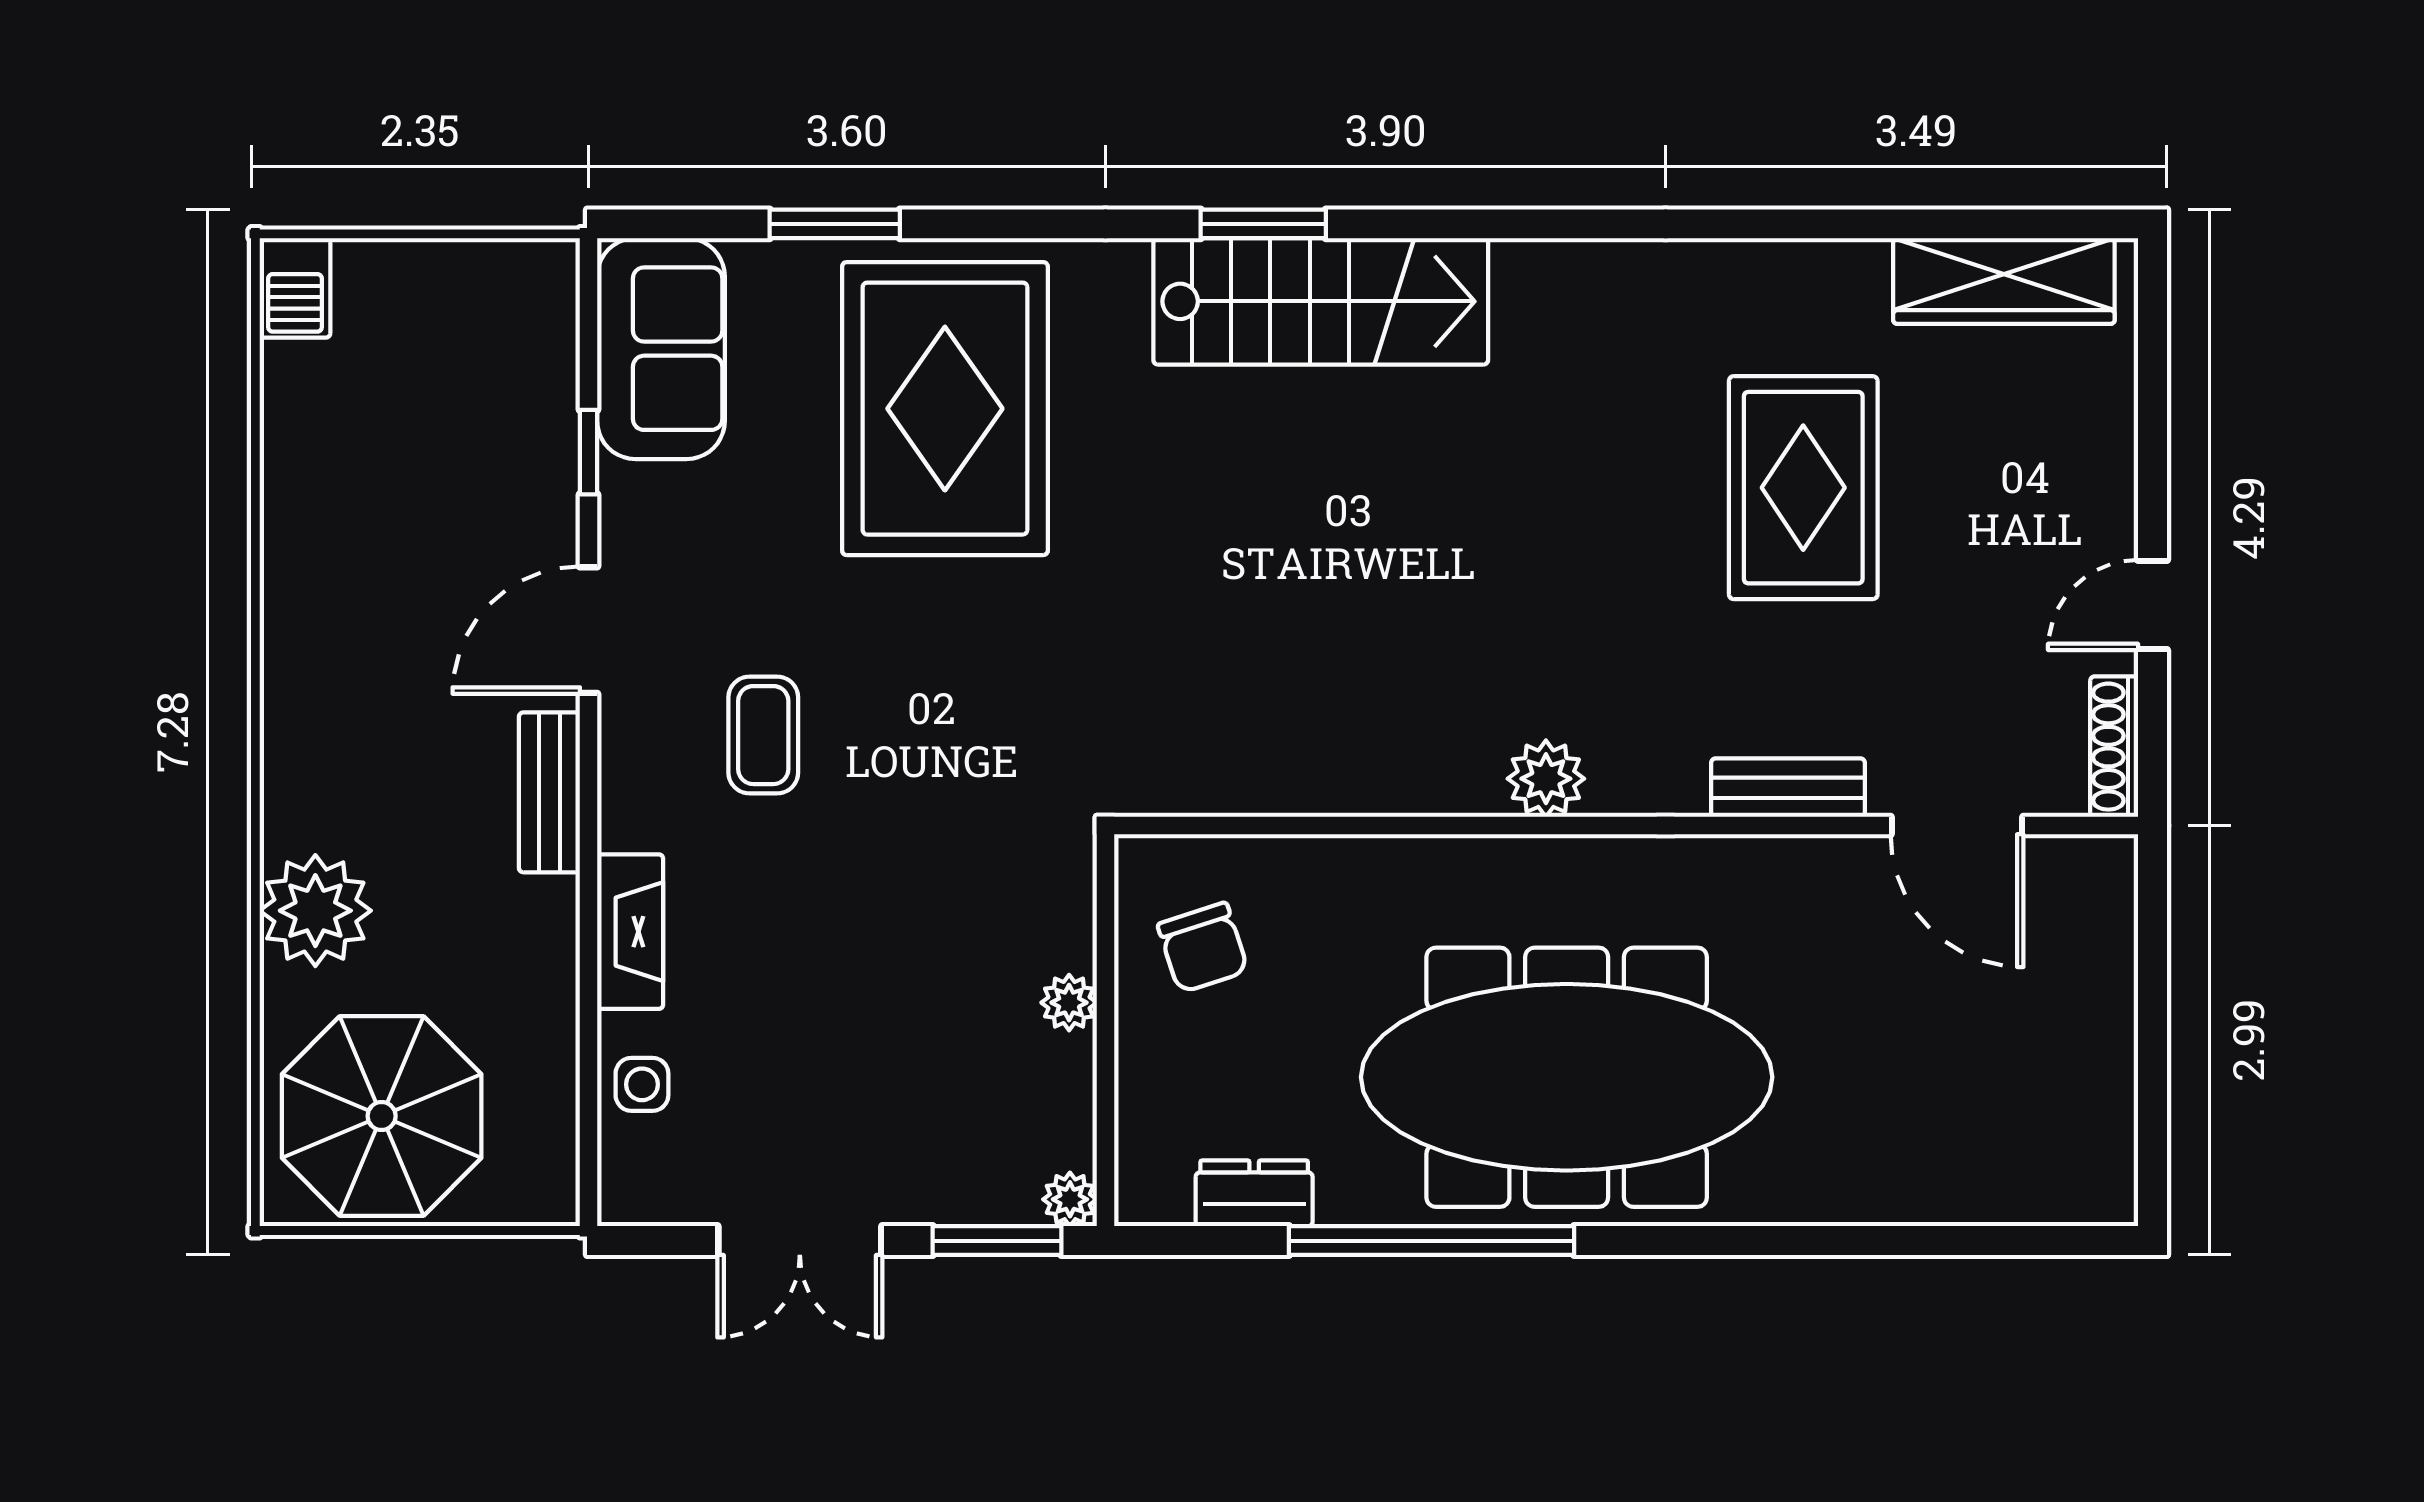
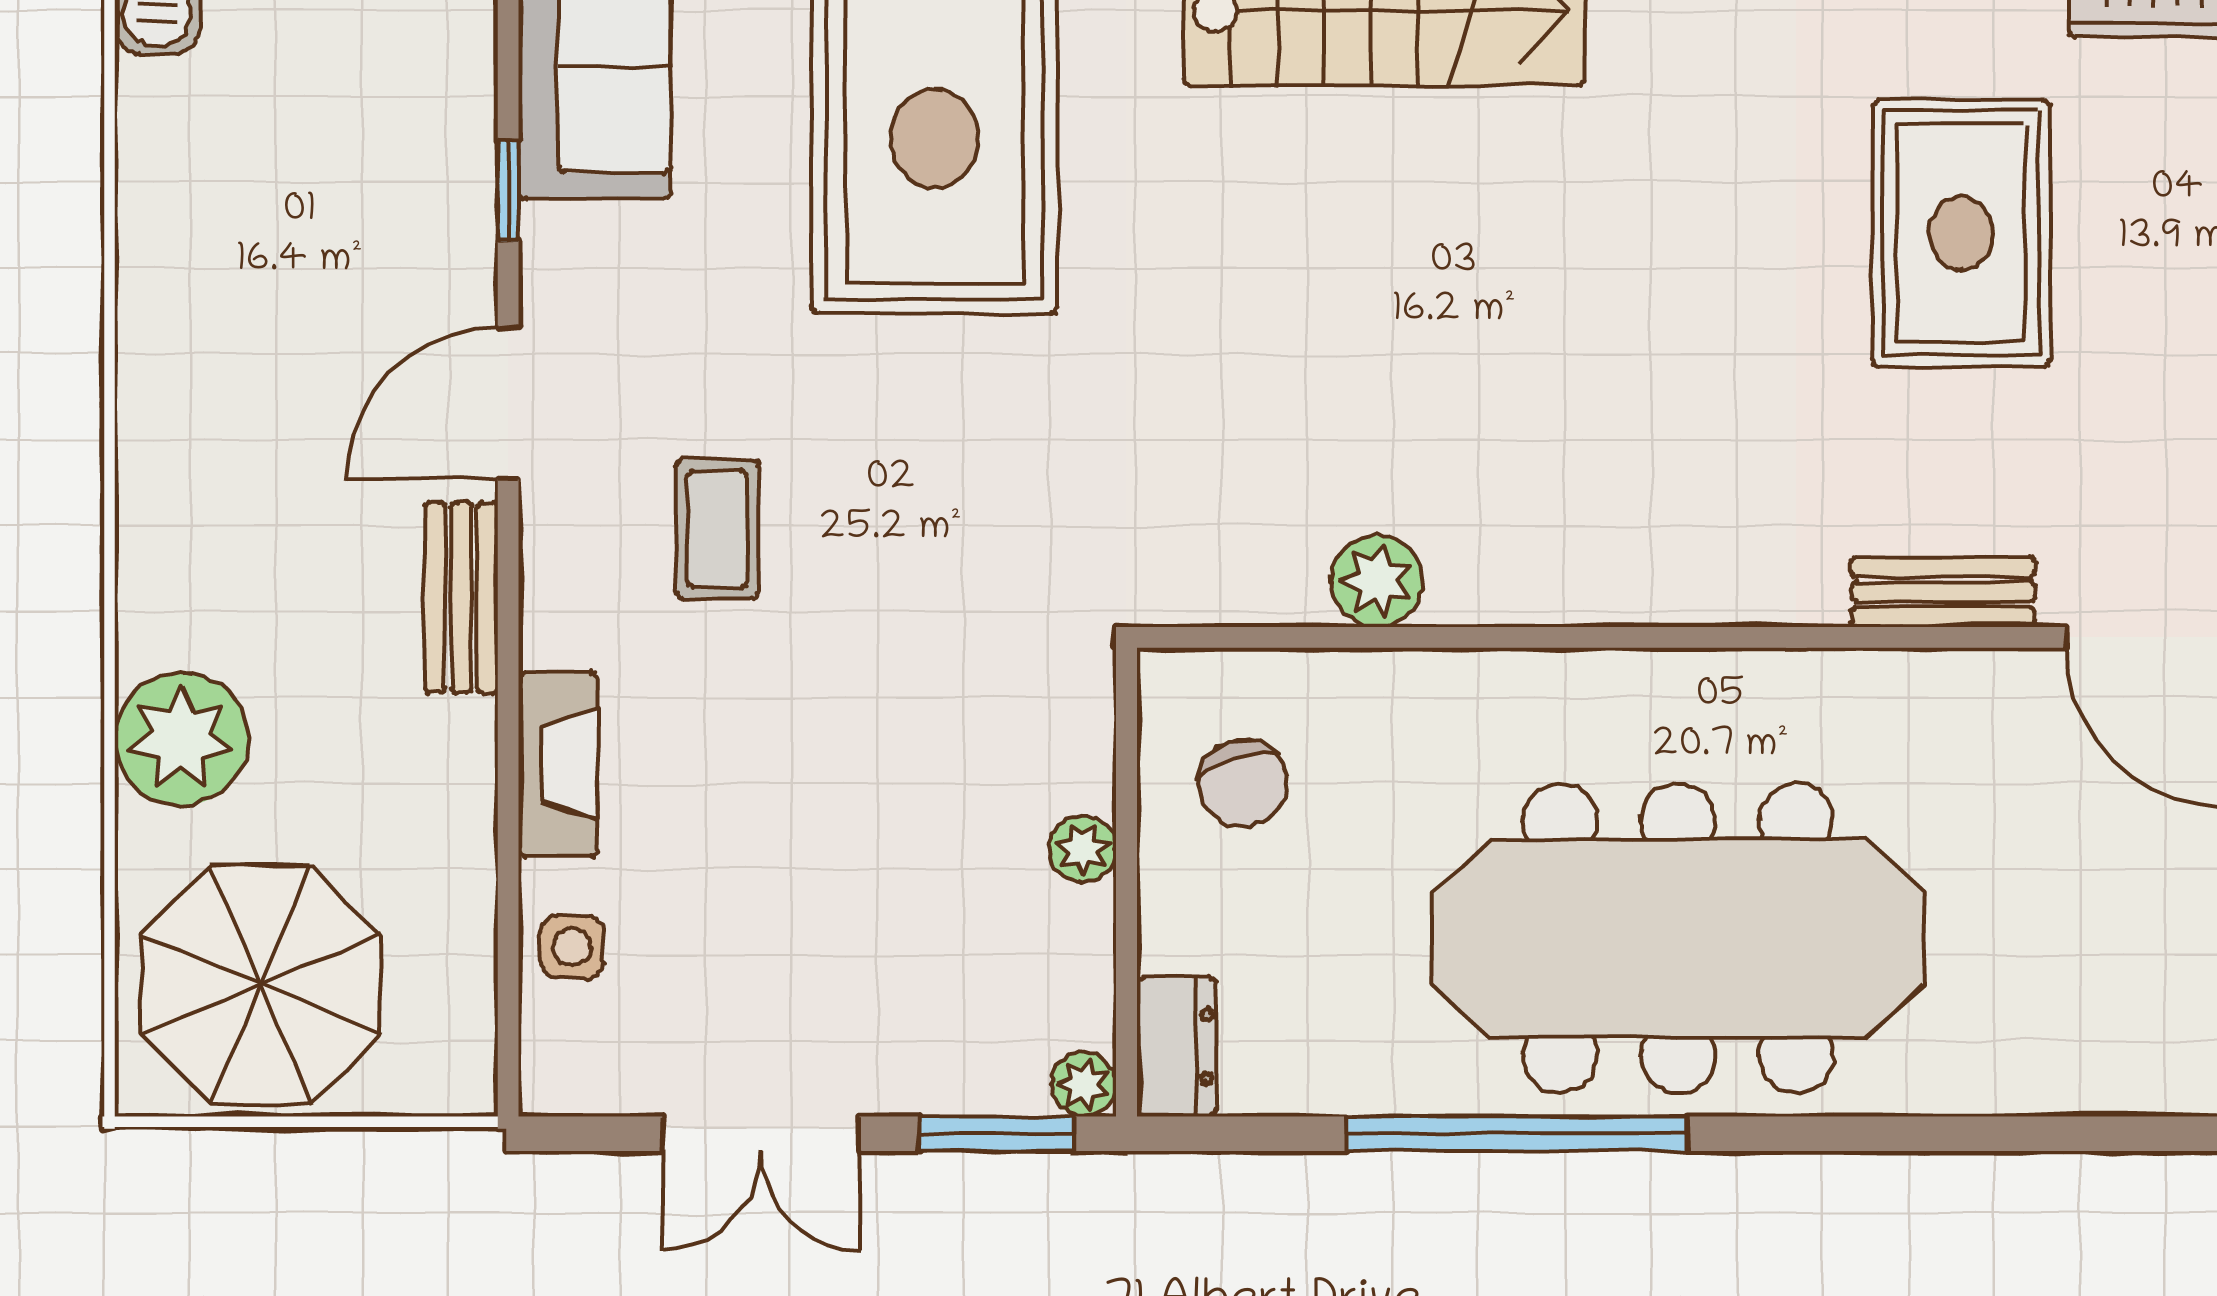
plant: (1546, 779) -> (1377, 581), moved
dresser: (1254, 1193) -> (1176, 1047), moved, turned 90

